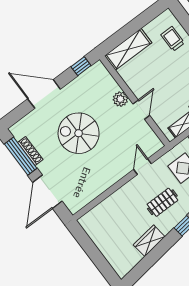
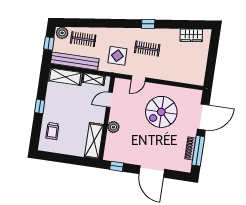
shelving: (128, 49) -> (94, 141), moved, turned 90
door: (141, 110) -> (109, 100), moved
spiral stairs: (79, 133) -> (161, 112), moved, turned 90
wardrobe: (149, 241) -> (191, 35), moved

